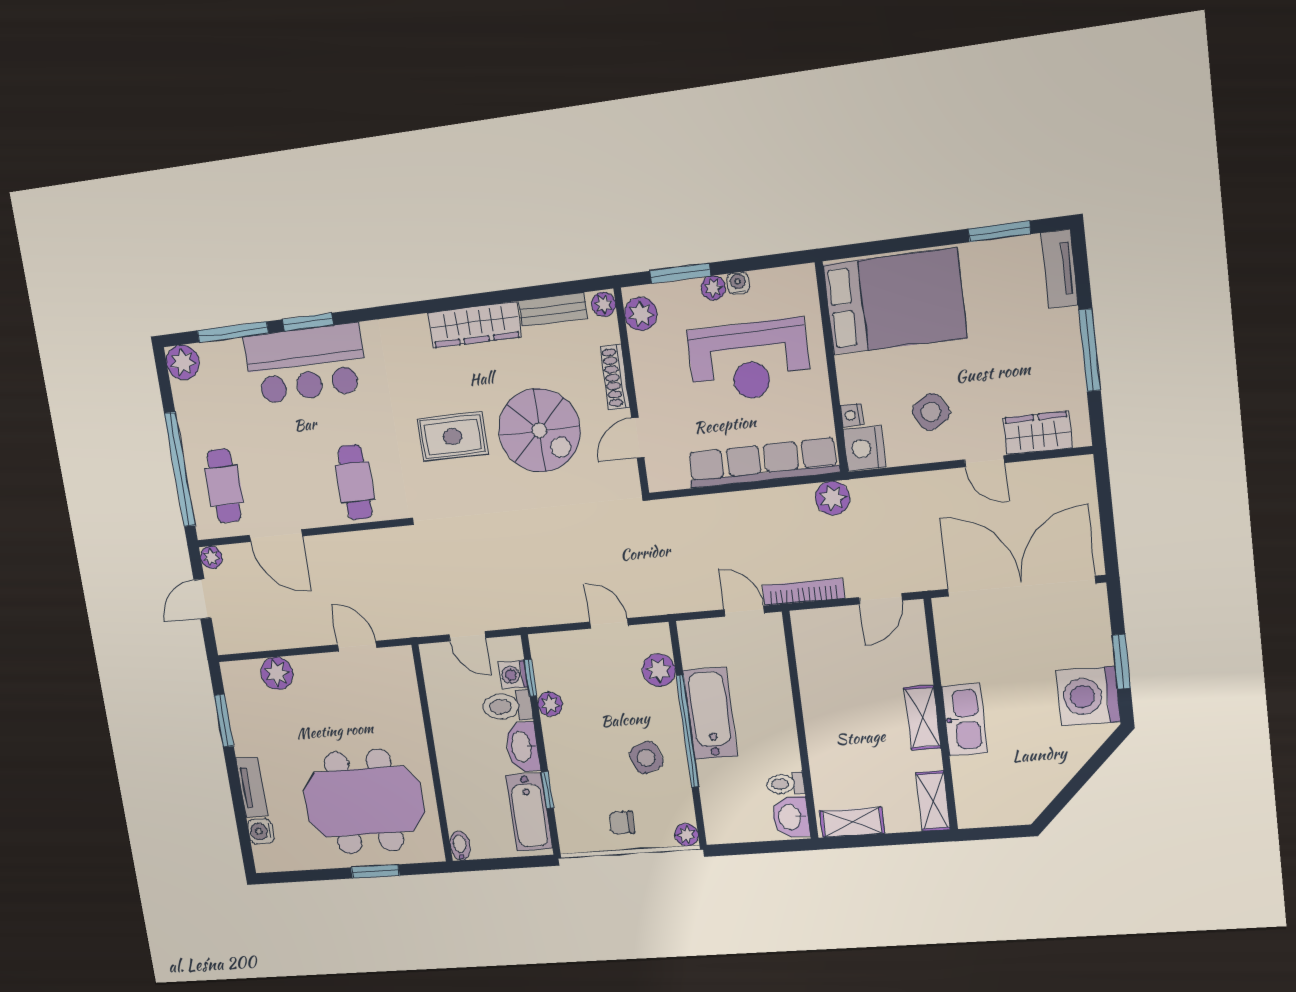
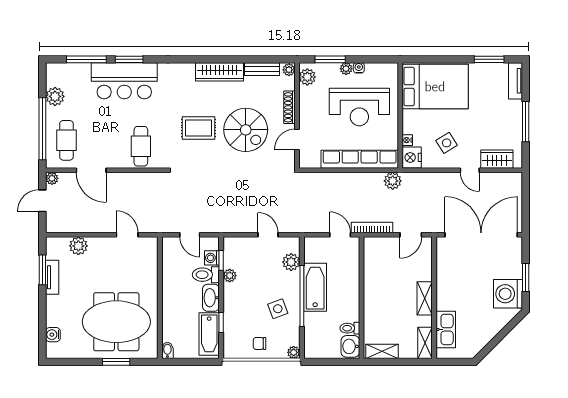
plant: (183, 362) -> (55, 96), moved
kitchen sink: (964, 719) -> (446, 329), moved
tv unit: (252, 787) -> (52, 277), moved

